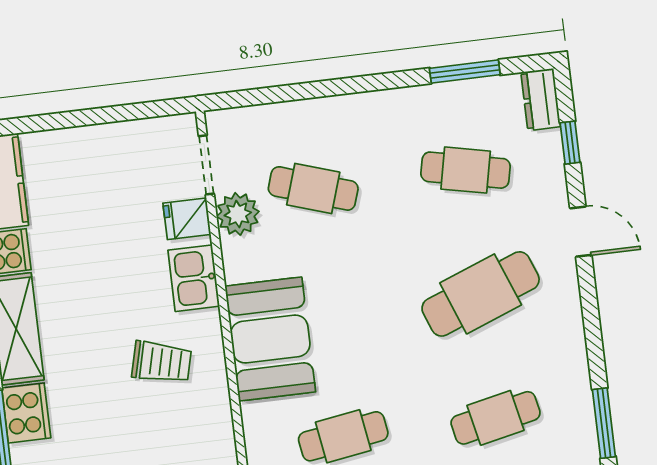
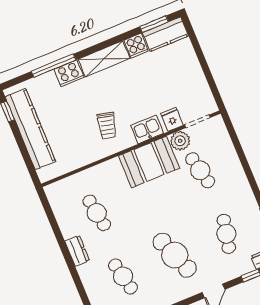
cafe table: (313, 188) -> (200, 170), turned -30
booth: (270, 339) -> (149, 162), moved

